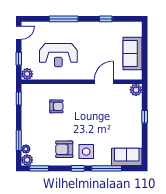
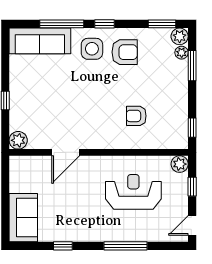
sofa: (132, 54) -> (23, 218), moved
sofa: (127, 157) -> (40, 41), width x1.36

